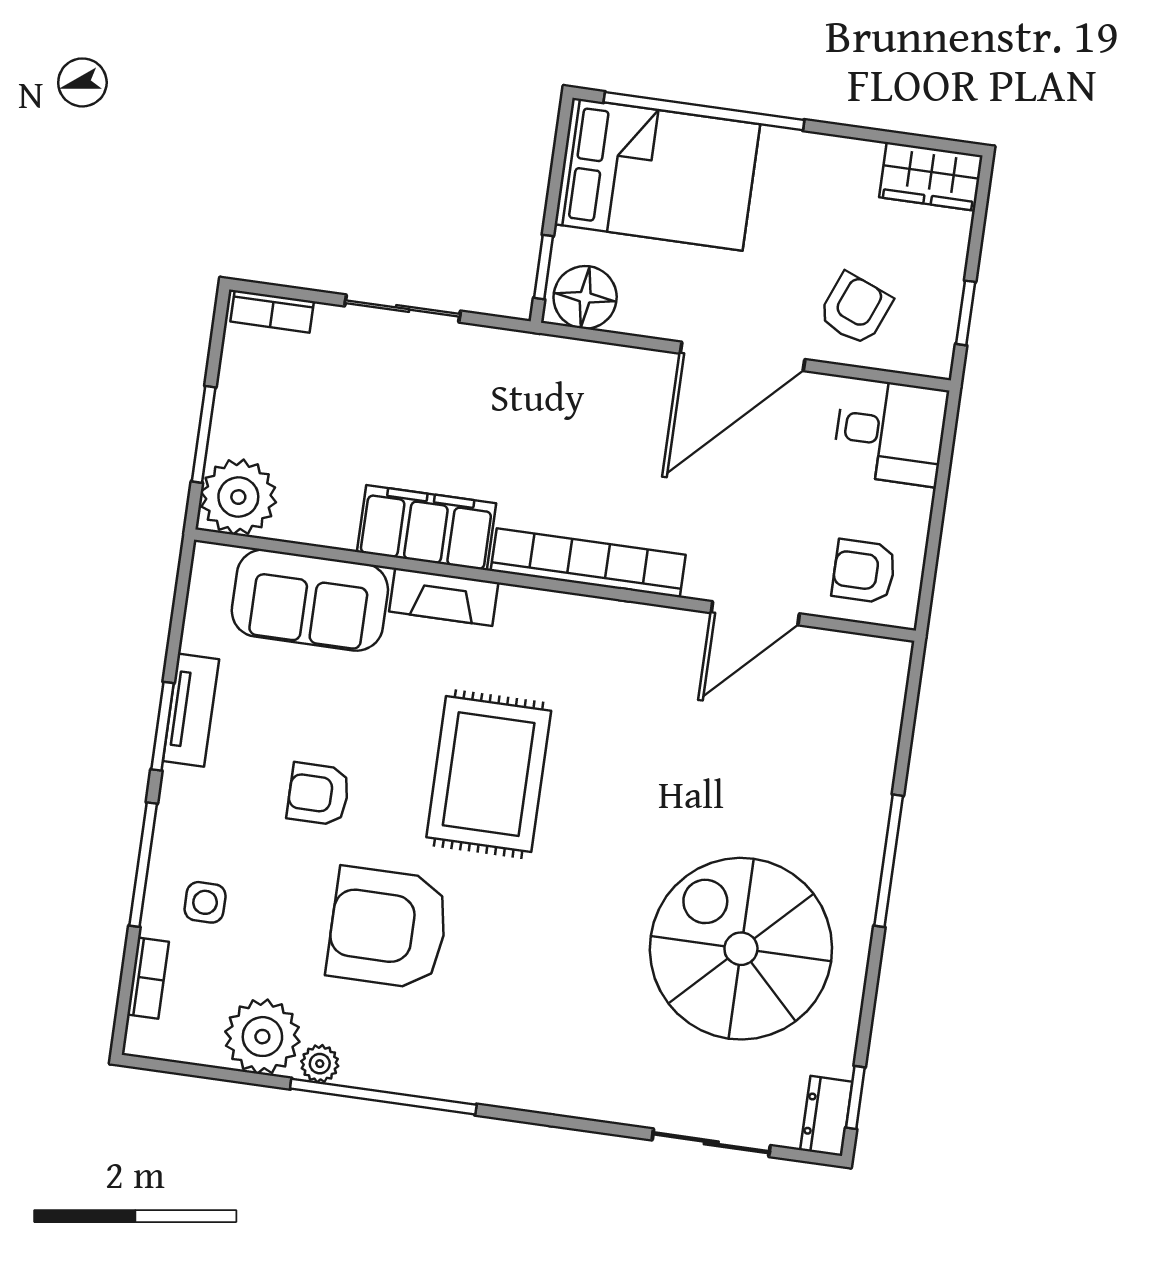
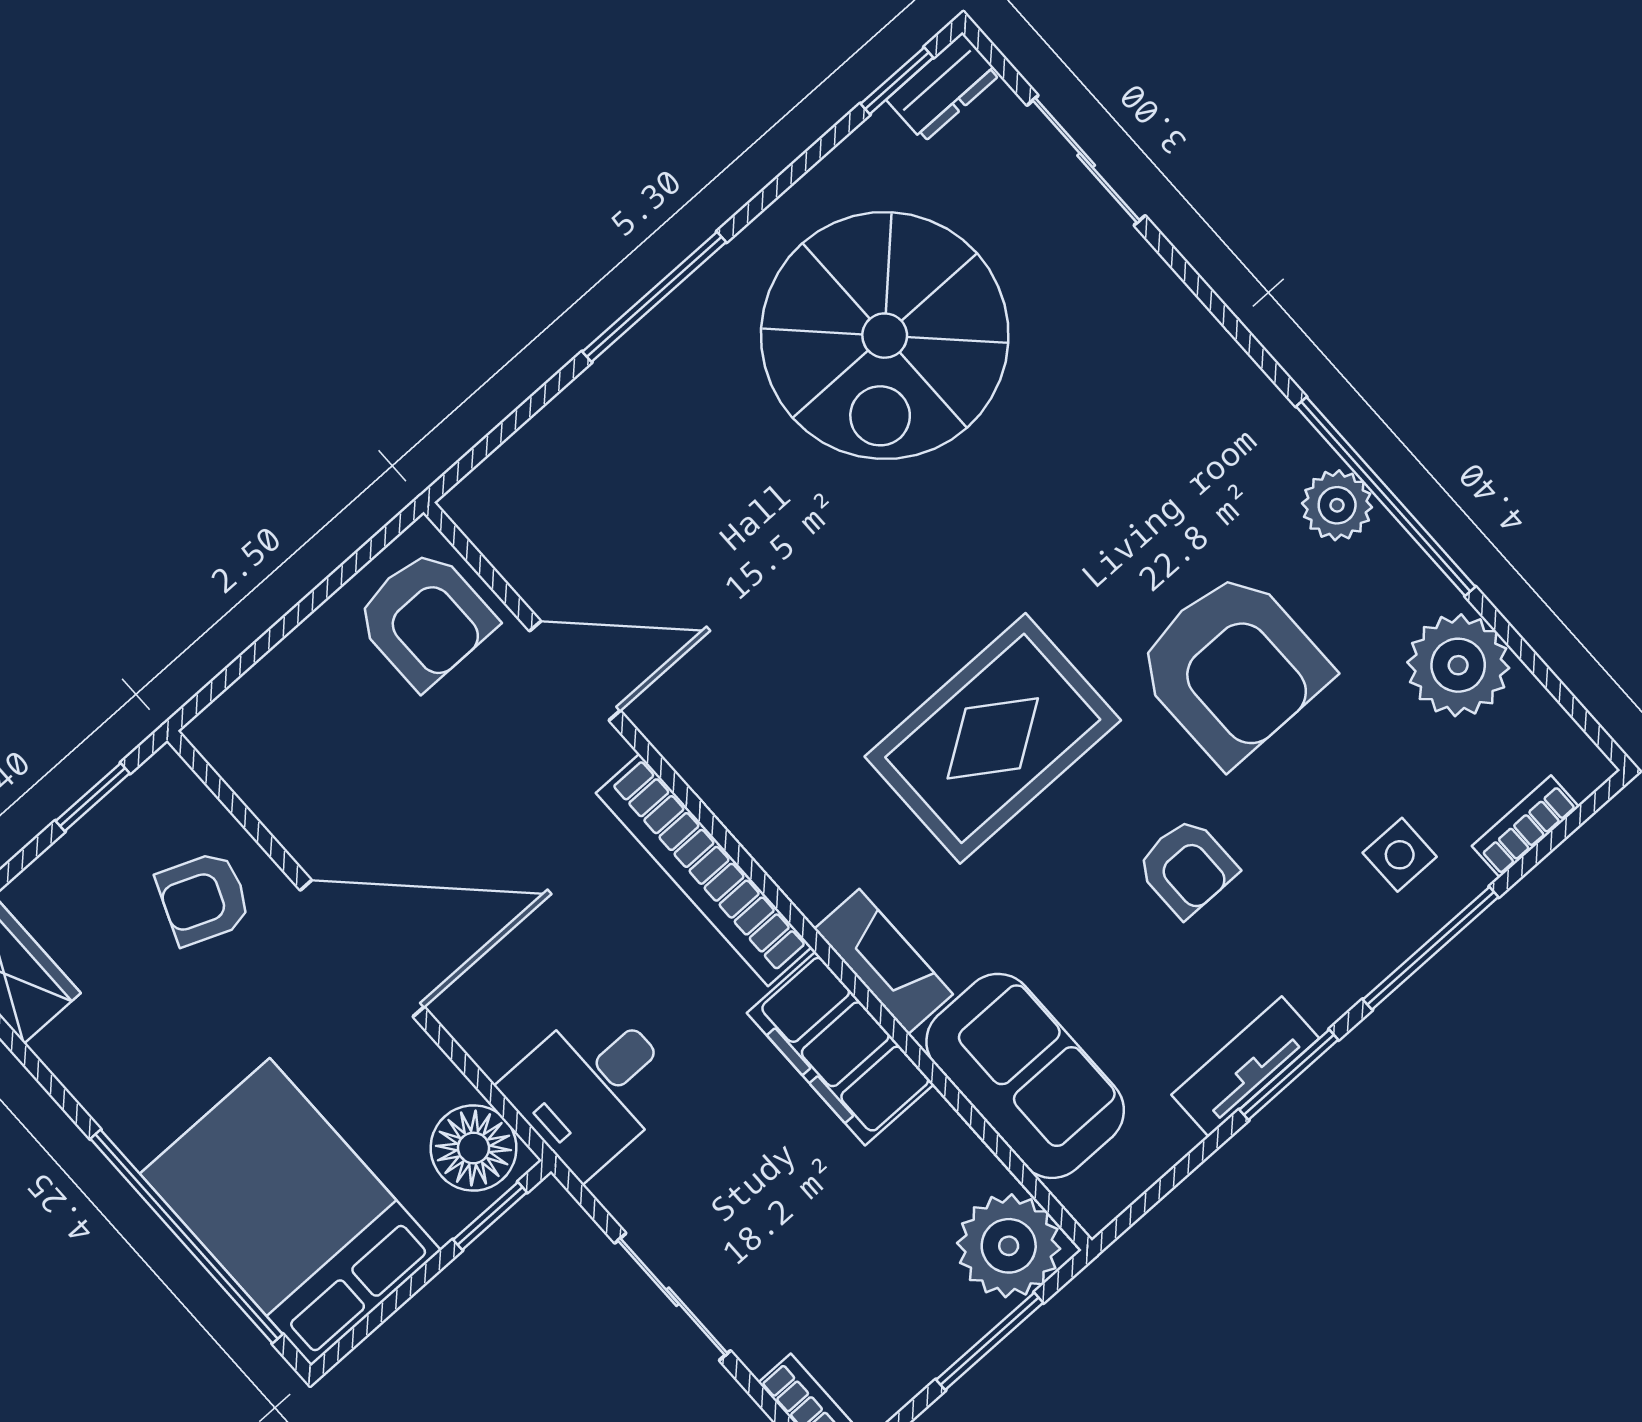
desk: (890, 432) -> (592, 1088), moved, turned -90
armchair: (864, 571) -> (425, 619), width x1.38, depth x1.38
plant: (320, 1064) -> (1337, 505), moved, width x1.38, depth x1.38

